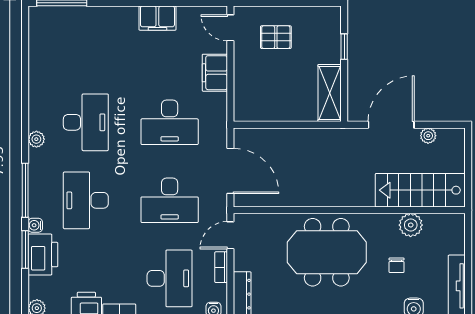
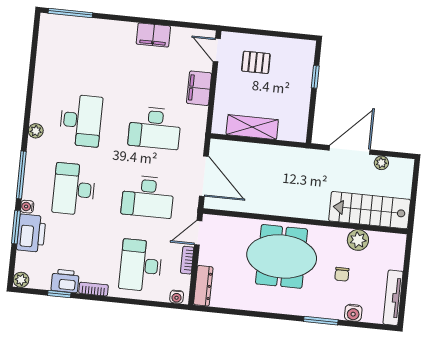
shelving: (330, 93) -> (252, 127), moved, turned 90
desk: (170, 278) -> (141, 265), turned 180

